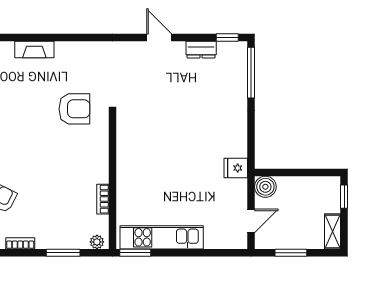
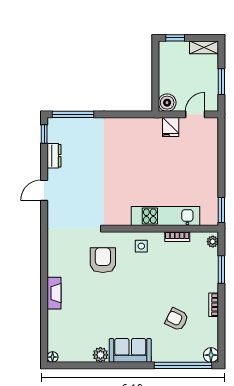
side table: (91, 155) -> (141, 246), added
fridge: (236, 168) -> (171, 127), moved
door: (251, 221) -> (195, 114), hinge flipped
kitchen unit: (162, 237) -> (166, 216), moved, turned 90

